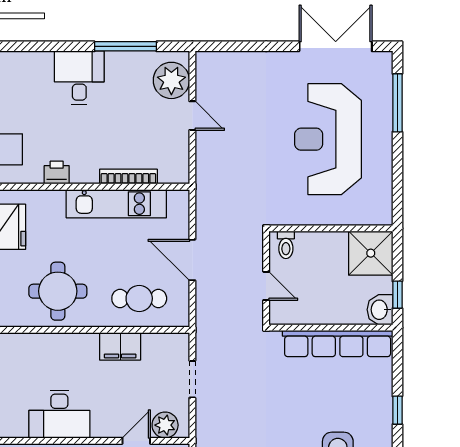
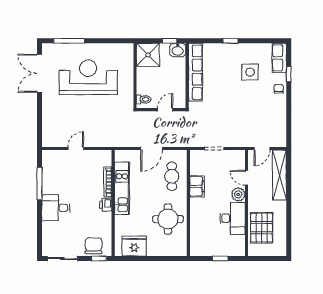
plant: (171, 80) -> (57, 159), removed
reception desk: (328, 139) -> (88, 77), turned 180
printer: (57, 173) -> (106, 205), moved
plant: (165, 425) -> (238, 194), moved

